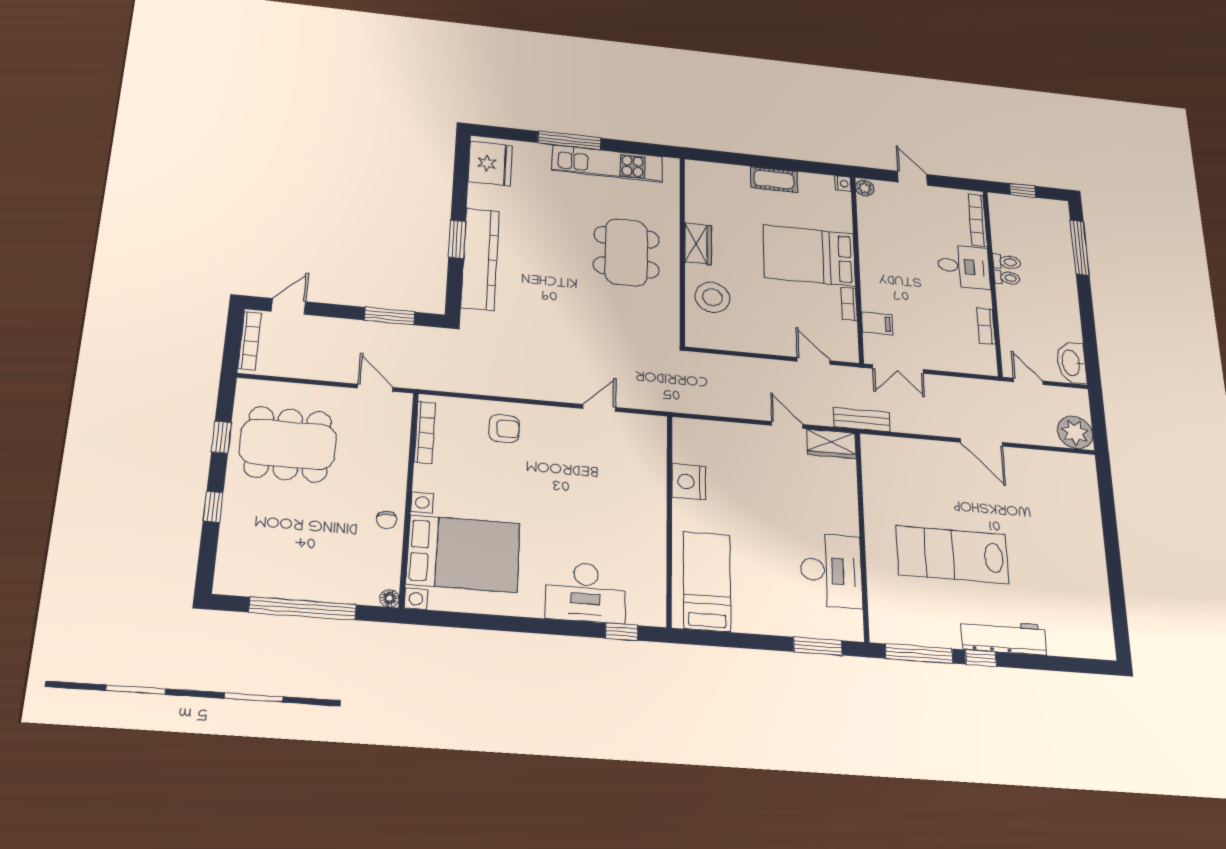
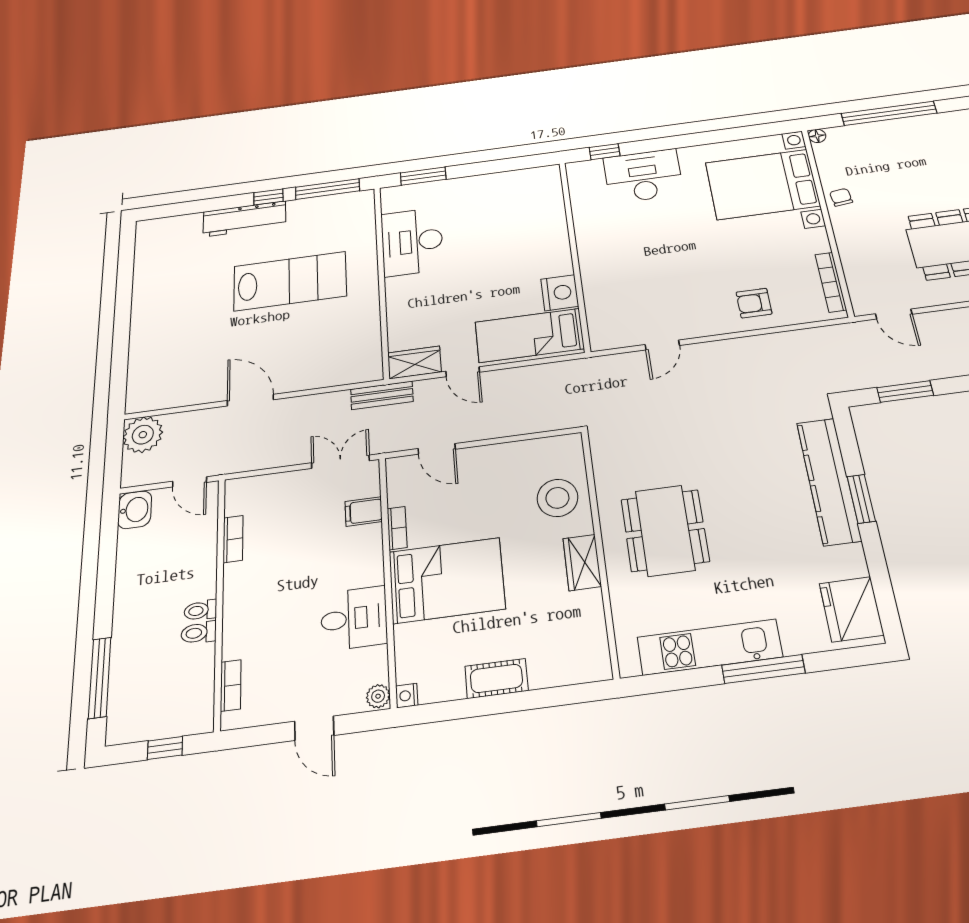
bookcase: (978, 220) -> (231, 685), width x0.64
desk: (964, 266) -> (354, 618), moved, turned 180
washbasin: (1072, 363) -> (135, 510), width x0.72
bed: (707, 581) -> (529, 335), moved, turned 90

